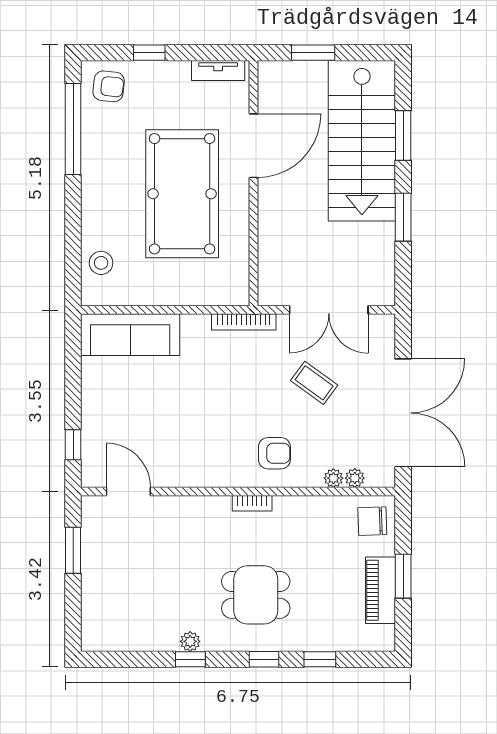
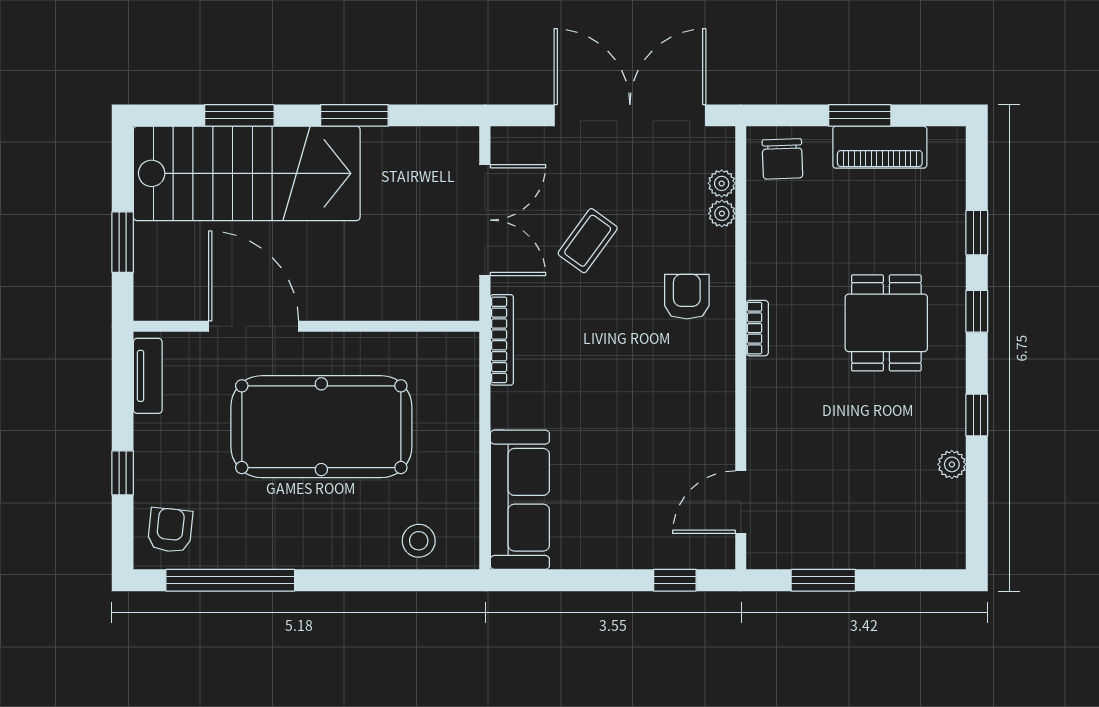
plant: (190, 641) -> (952, 464), moved

